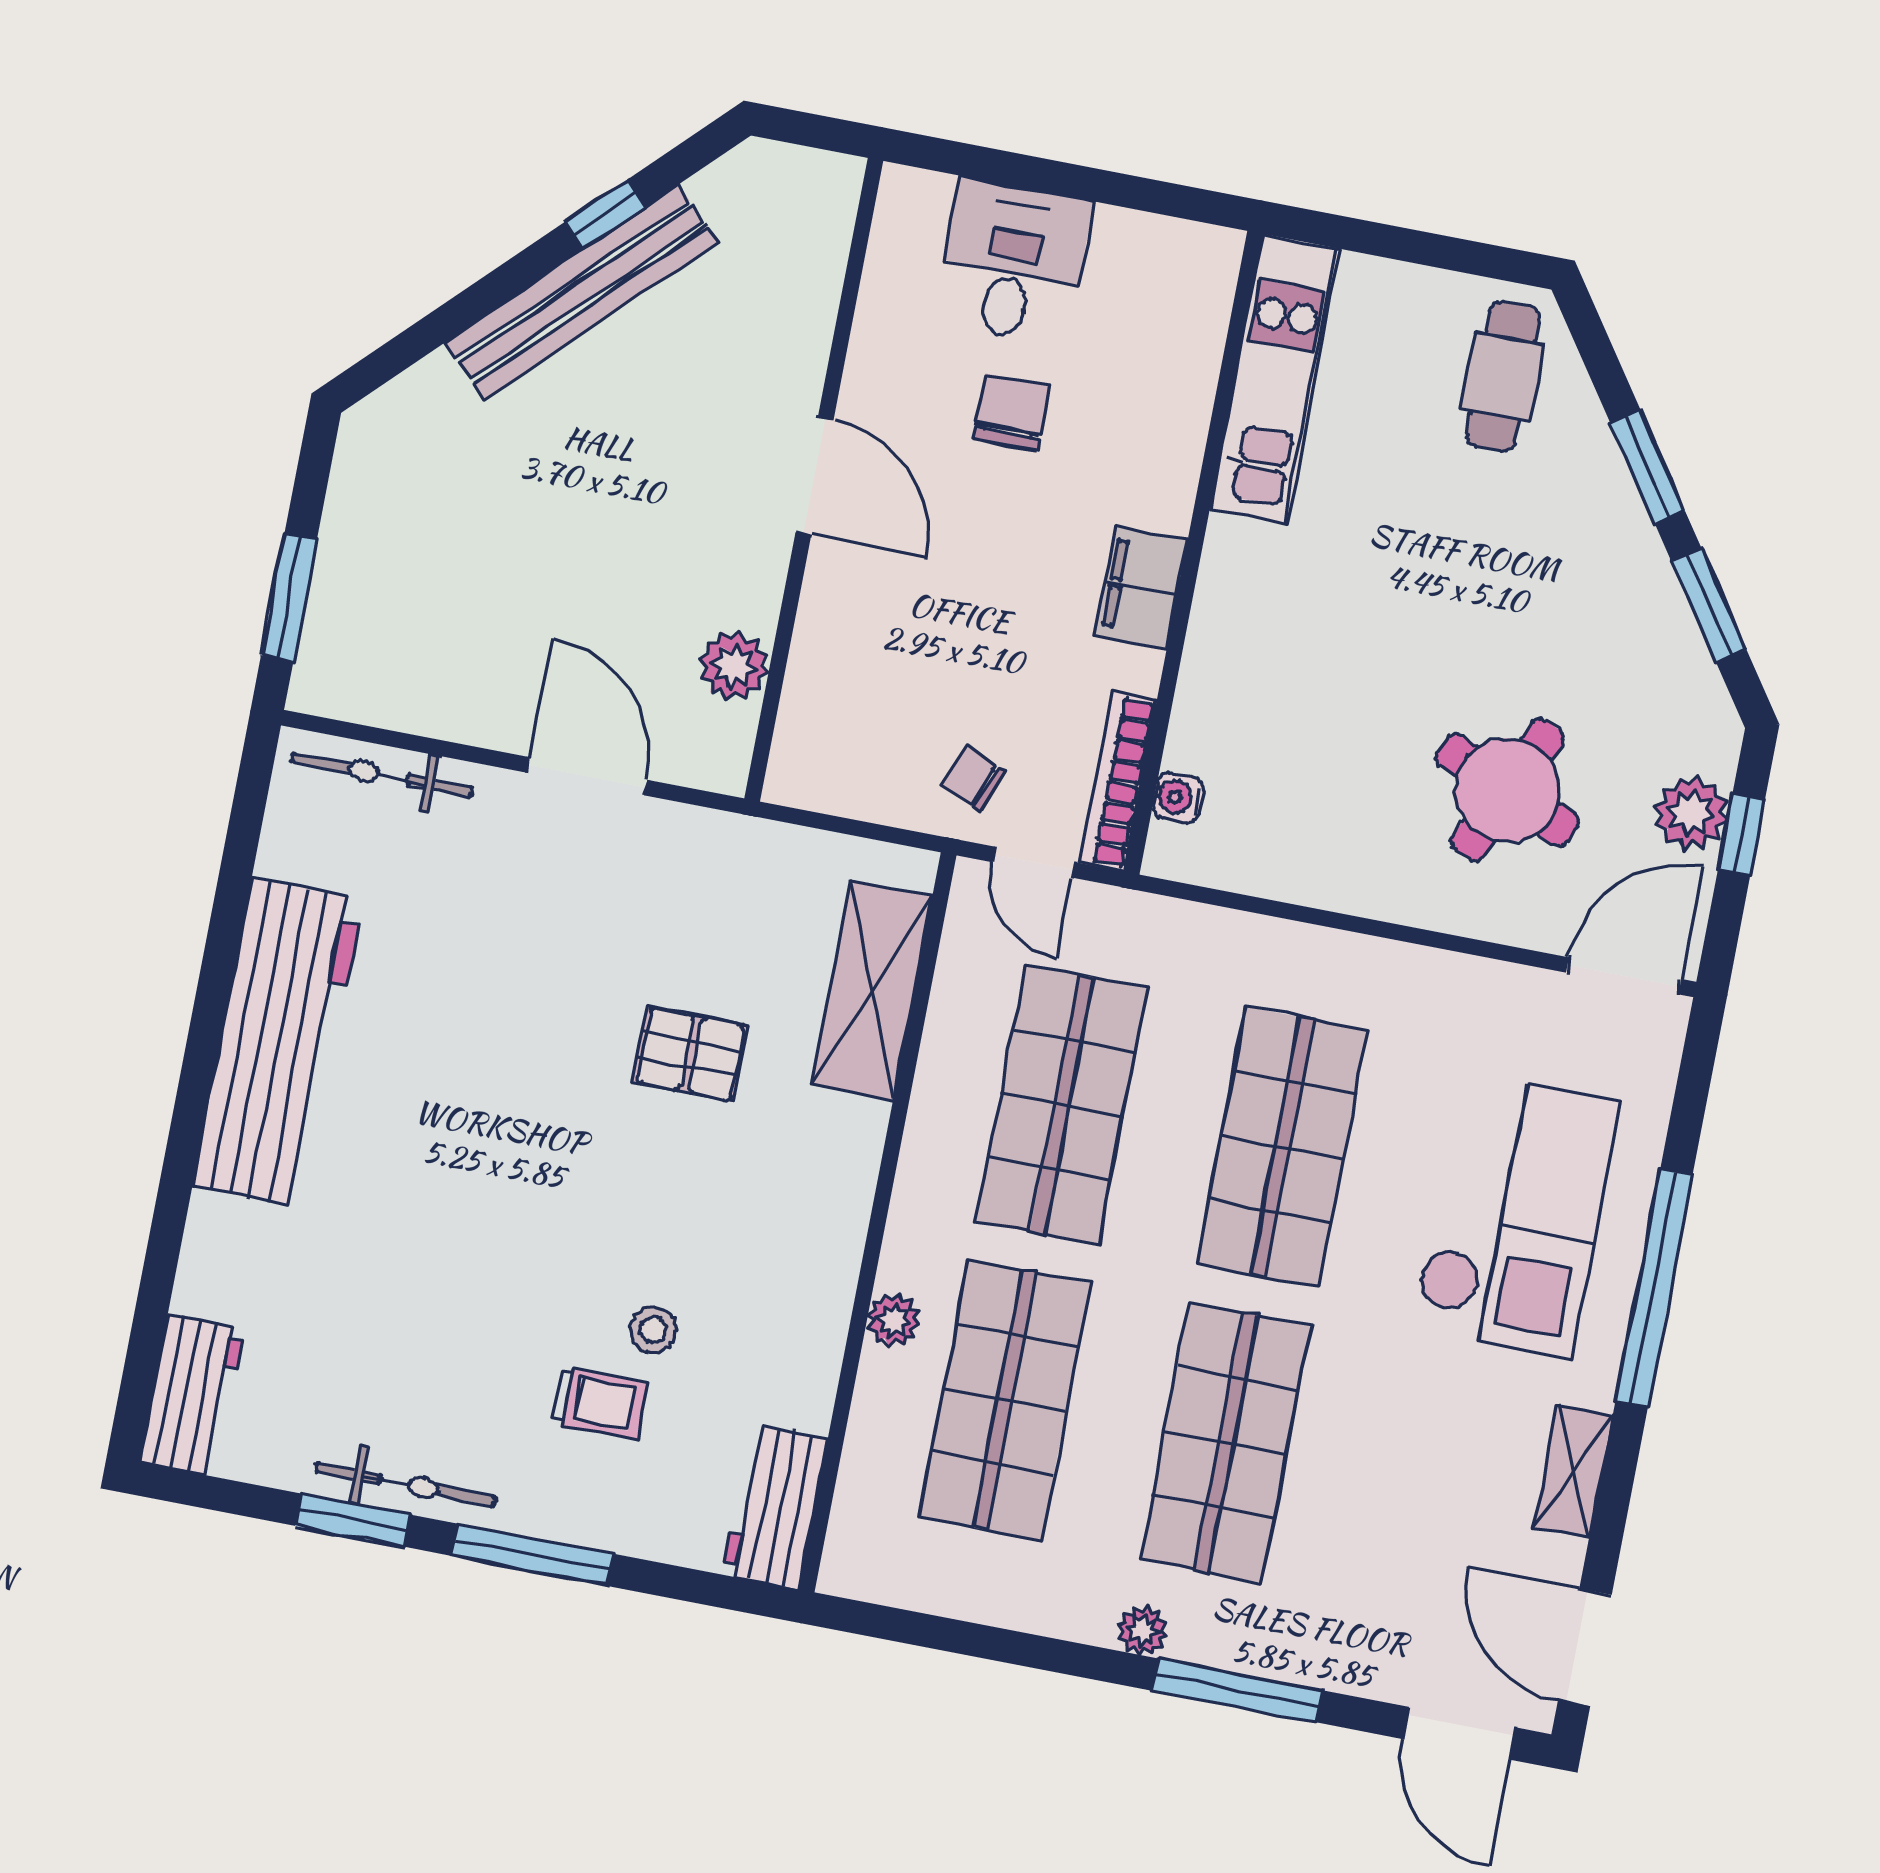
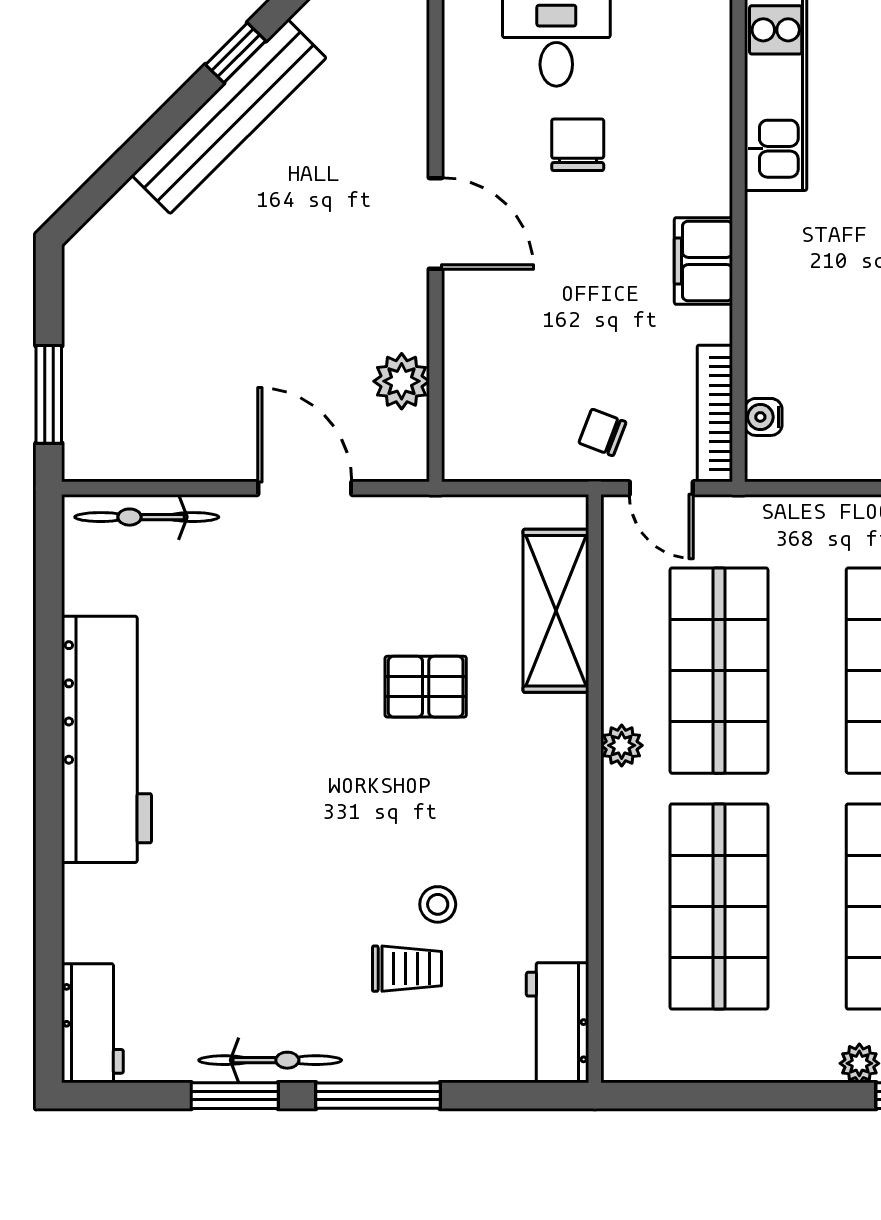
plant: (894, 1320) -> (622, 745), moved

